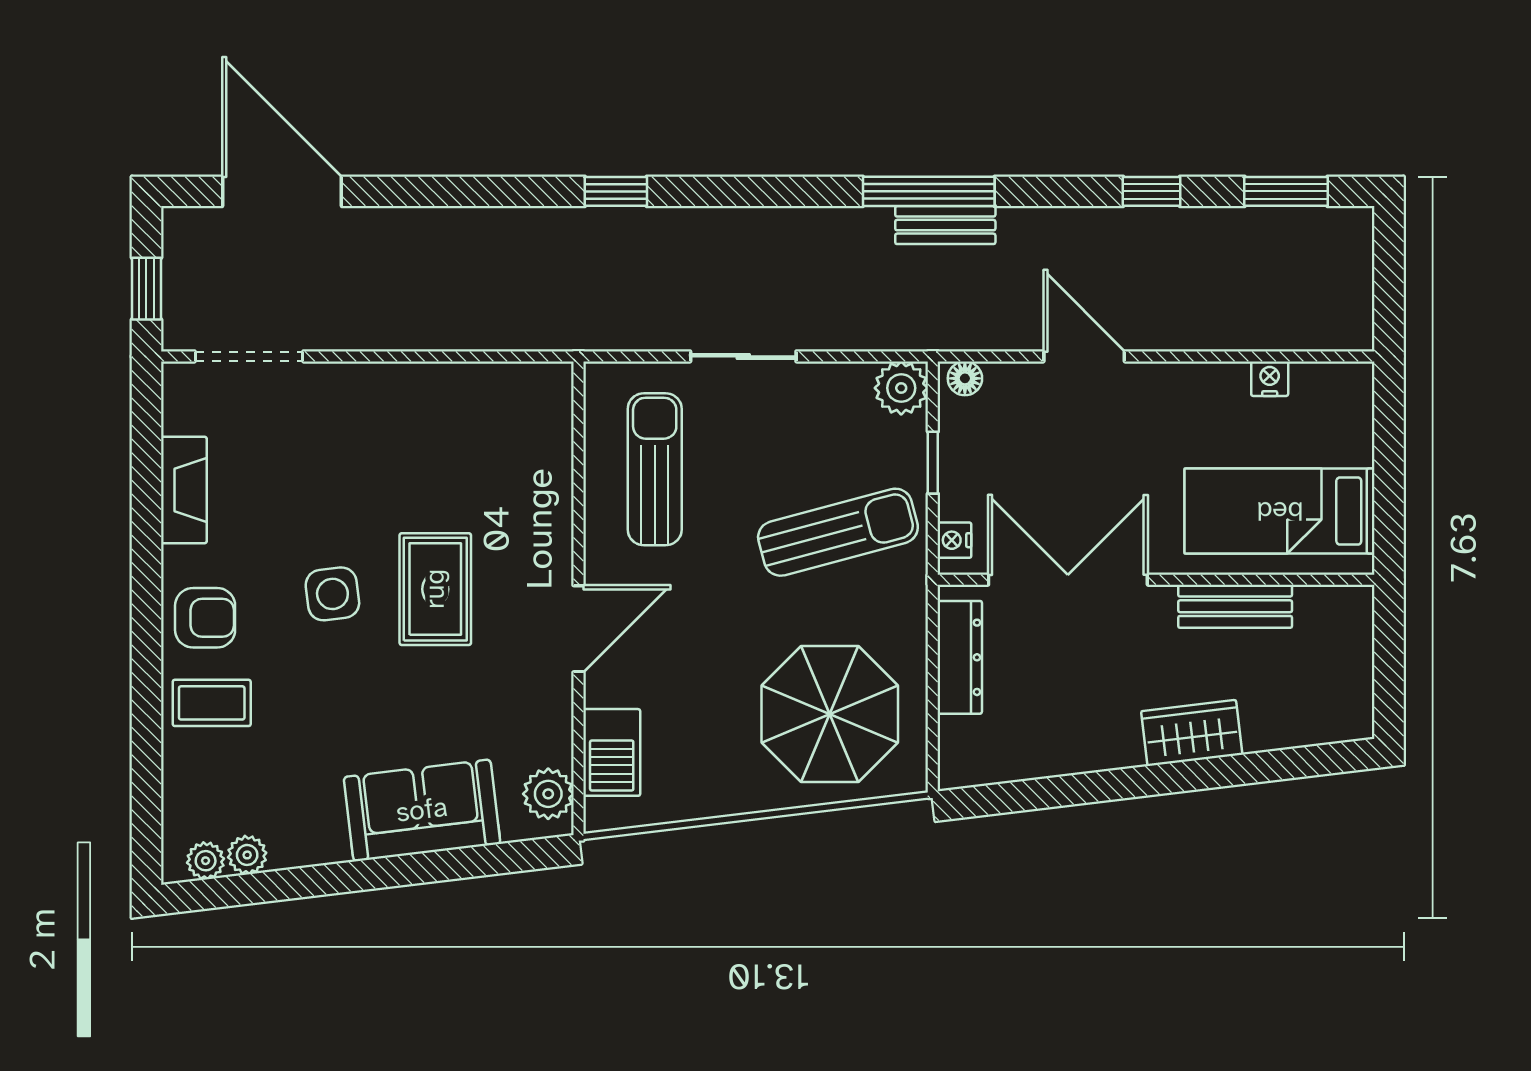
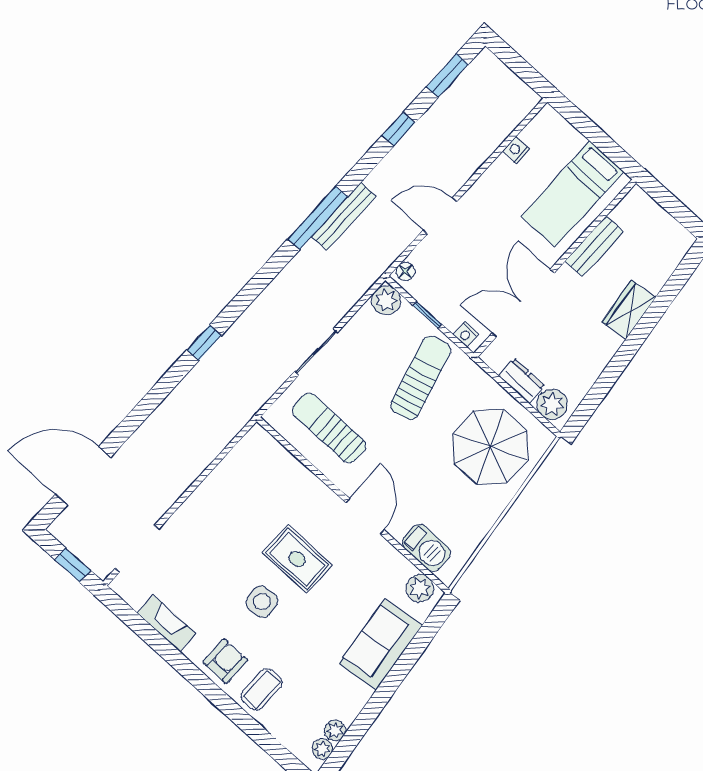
bench: (945, 225) -> (344, 216), width x1.36
dresser: (960, 657) -> (522, 381), width x0.70
plant: (966, 746) -> (552, 404), added

